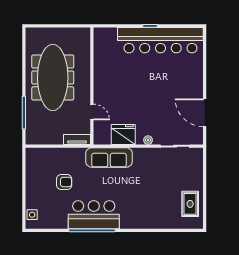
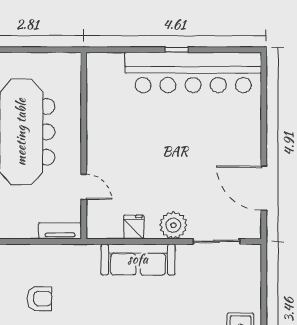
fridge: (123, 135) -> (134, 227), width x0.53, depth x0.75
plant: (148, 140) -> (173, 225), width x1.88, depth x1.88
sofa: (109, 157) -> (138, 259), moved

